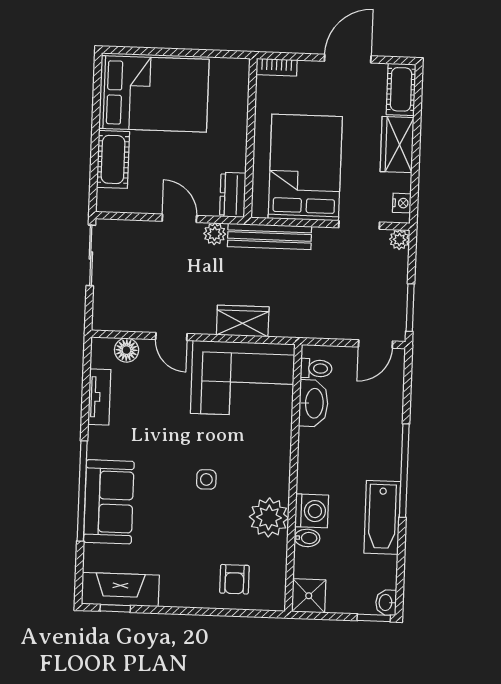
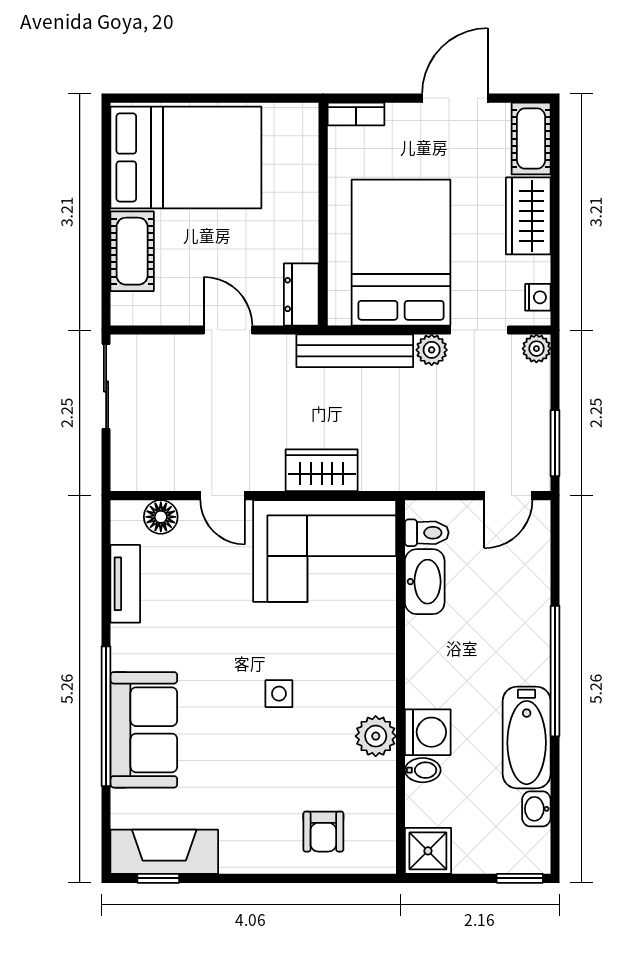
plant: (215, 234) -> (432, 350), moved
plant: (269, 517) -> (376, 736), width x0.73, depth x0.73
washbasin: (386, 603) -> (536, 809), moved

